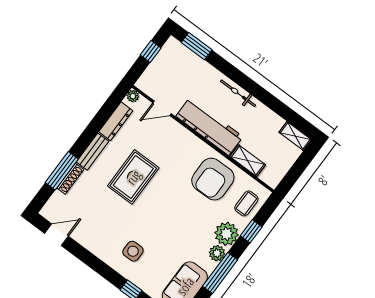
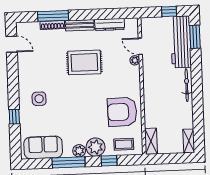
plant: (133, 96) -> (135, 60), moved
workbench: (209, 127) -> (181, 42), moved, turned 180
shelving: (248, 161) -> (151, 141), moved

